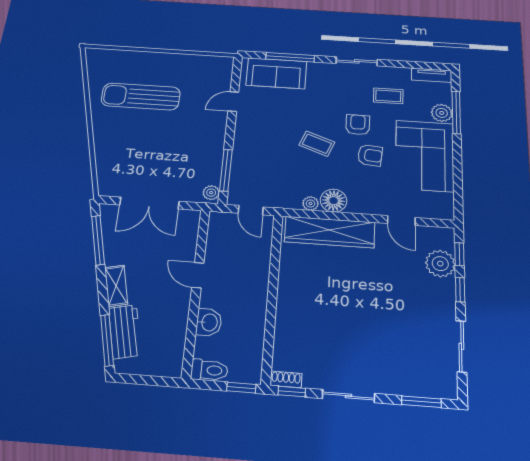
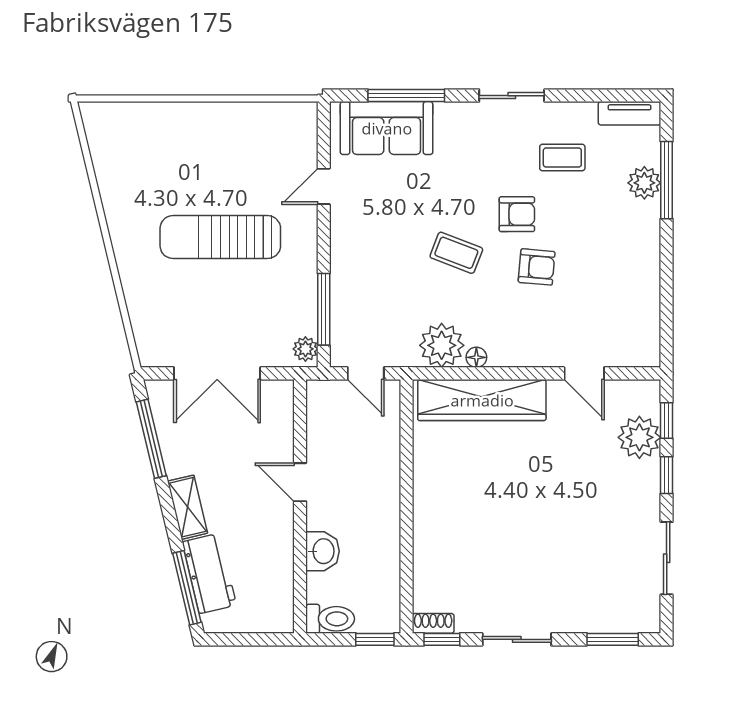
sun lounger: (141, 96) -> (220, 237), moved
armchair: (358, 125) -> (517, 214), turned 90
corner sofa: (425, 156) -> (618, 261), removed
floor lamp: (334, 201) -> (476, 357), width x0.53, depth x0.53
plant: (311, 203) -> (442, 345), width x1.88, depth x1.88

